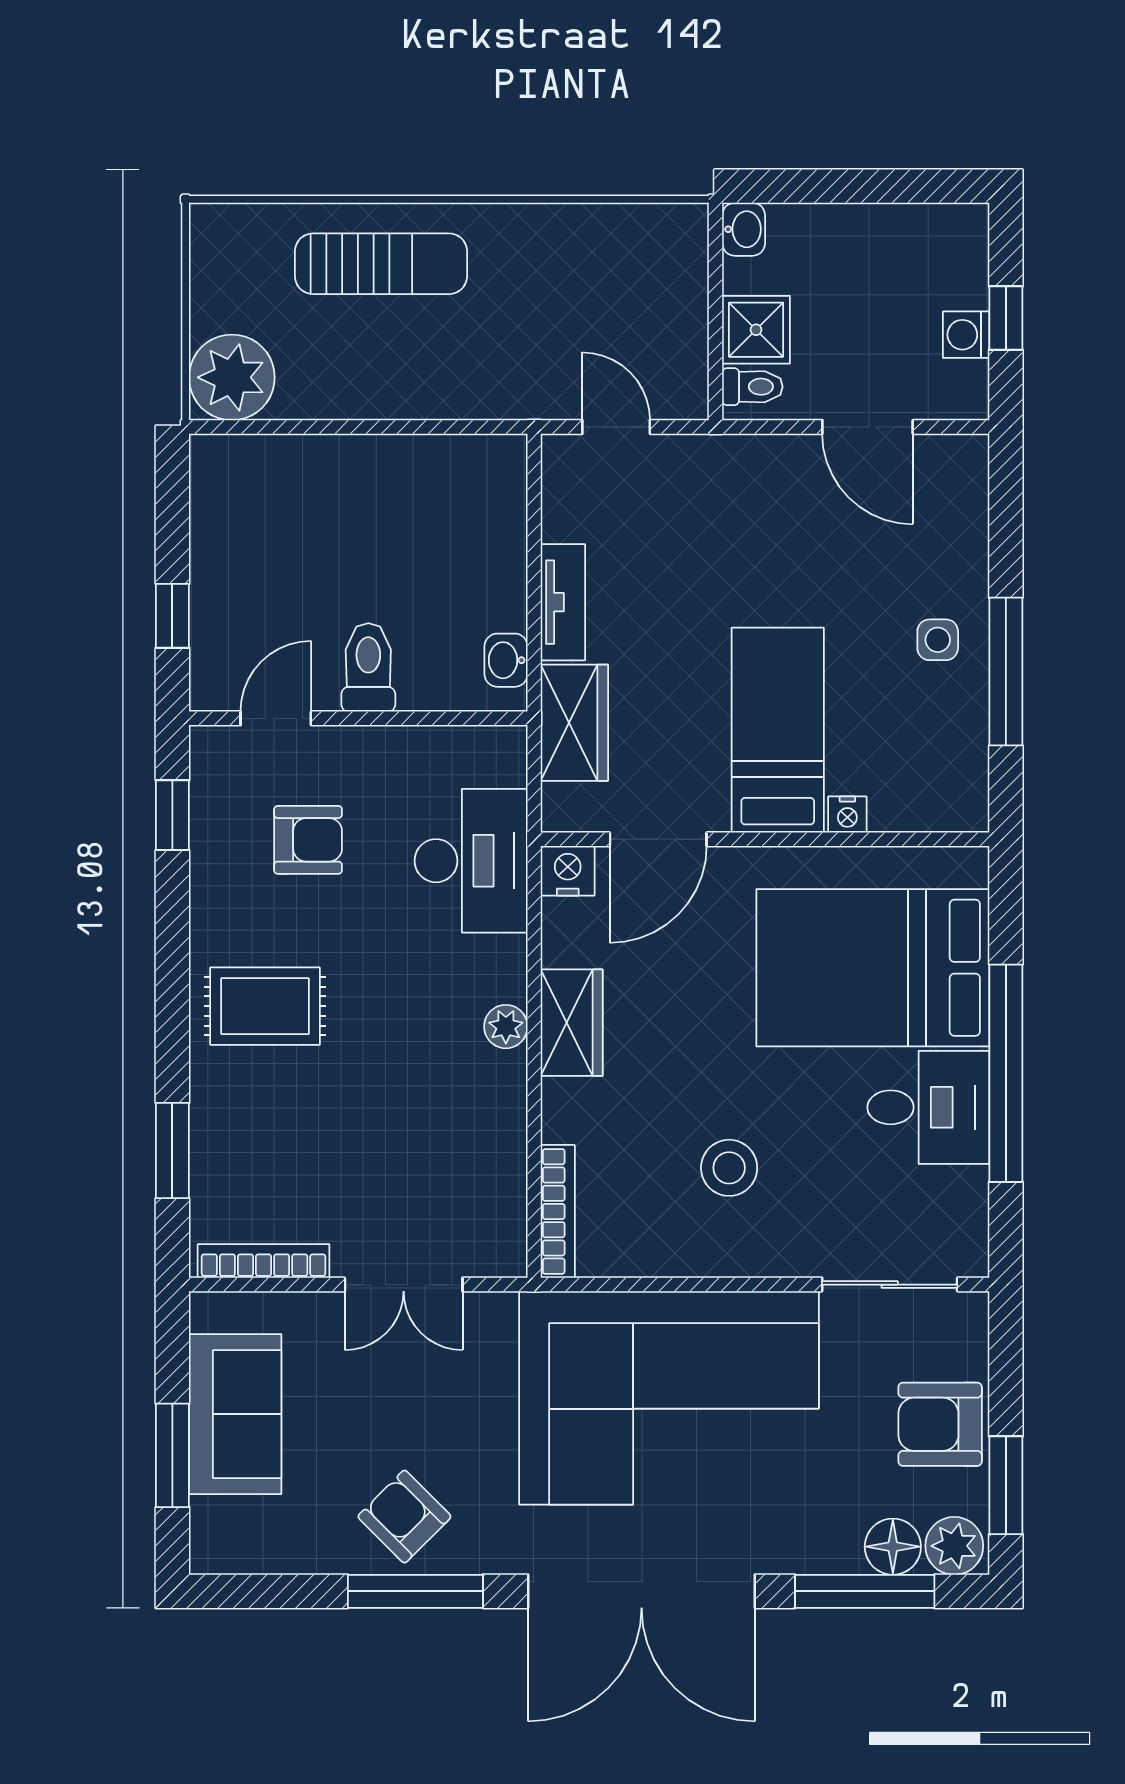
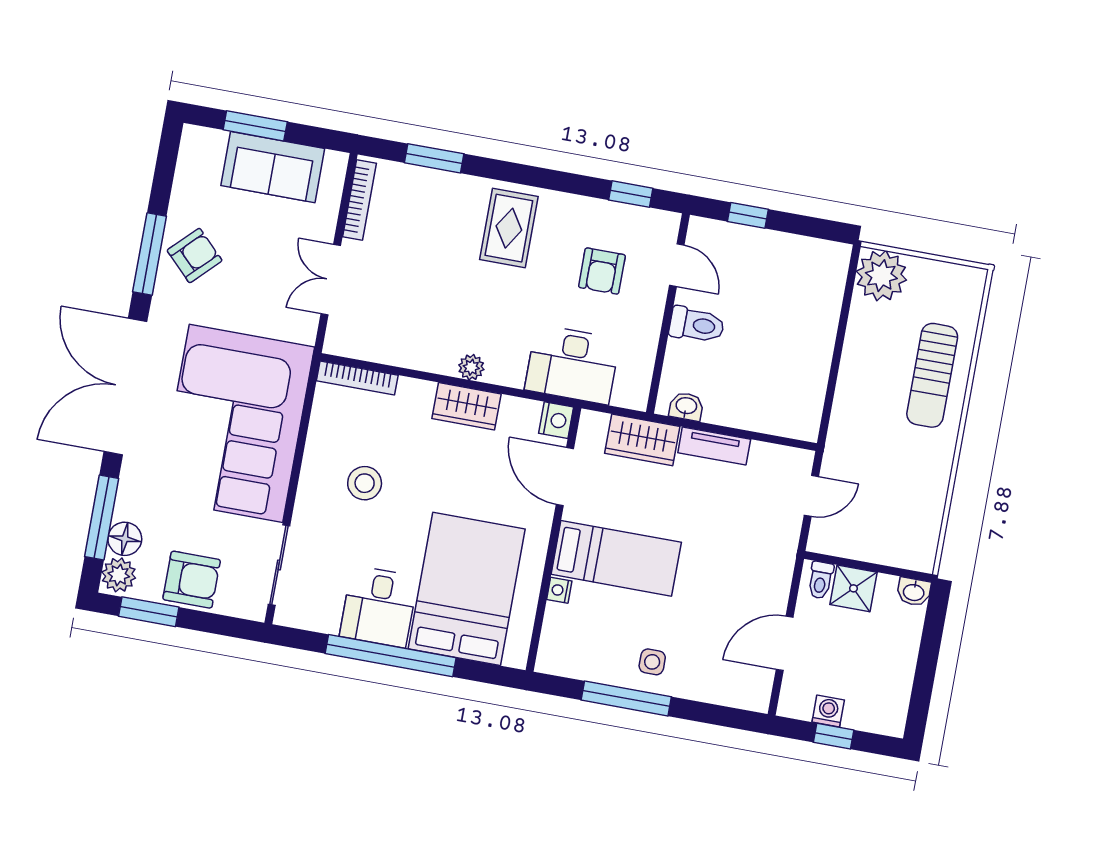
armchair: (940, 1424) -> (192, 580), turned 90

